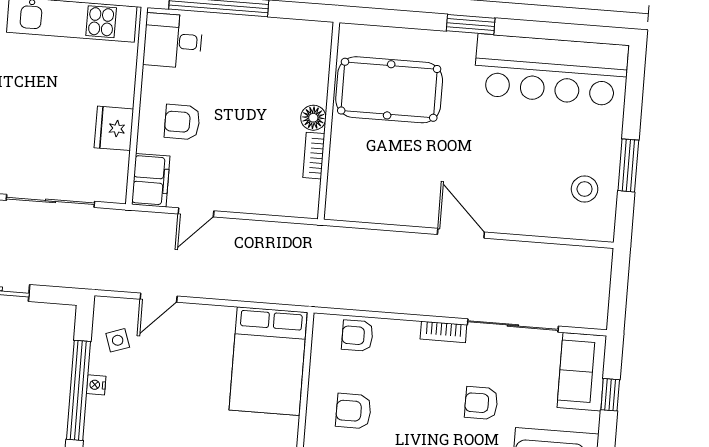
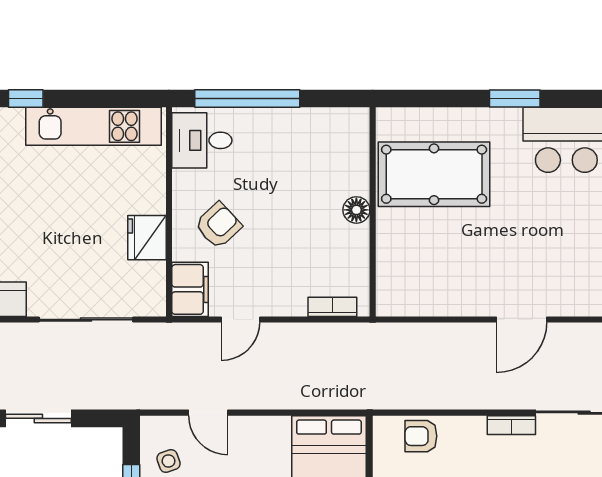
armchair: (182, 122) -> (218, 225), turned 137
bookcase: (314, 156) -> (332, 307), moved, turned 90
door: (461, 233) -> (522, 320), swing flipped
door: (159, 298) -> (208, 413), hinge flipped

